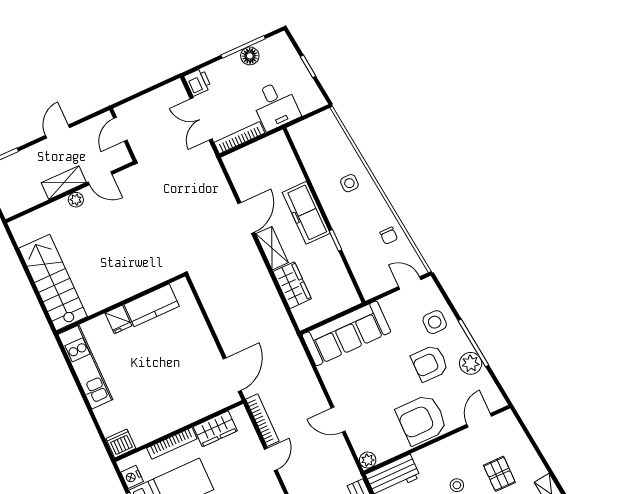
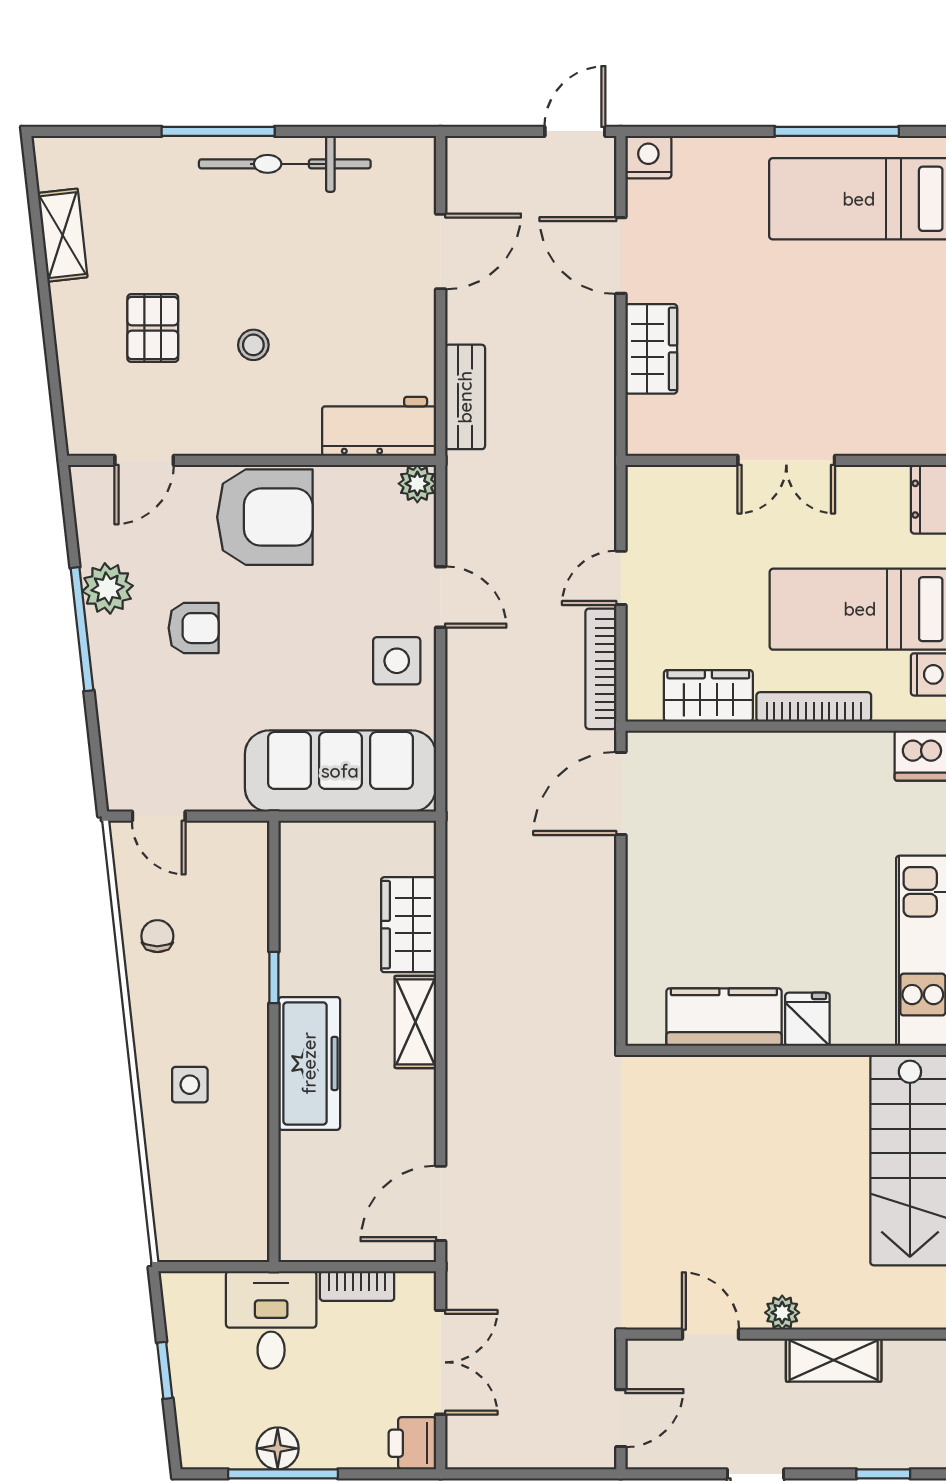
bookcase: (239, 138) -> (357, 1286), width x0.64
shelving: (64, 183) -> (834, 1360), moved
door: (246, 218) -> (441, 1203), moved
side table: (435, 322) -> (397, 661), moved
armchair: (430, 363) -> (194, 628), width x0.72, depth x0.72

